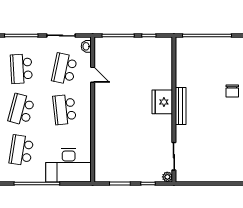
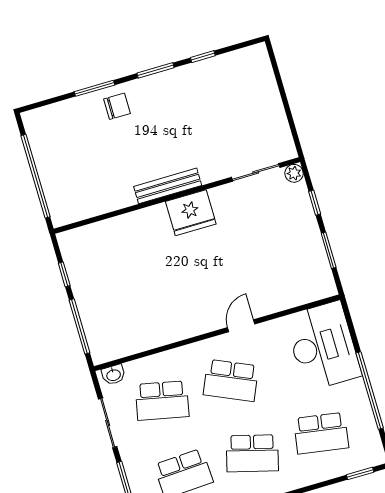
door: (93, 75) -> (241, 326), moved
fridge: (162, 102) -> (191, 213), moved
school desk: (64, 110) -> (231, 380), turned 30

